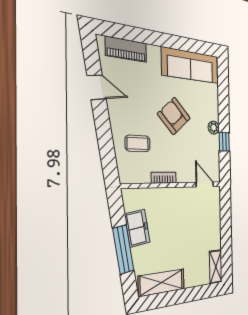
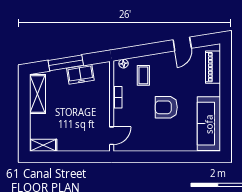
armchair: (174, 116) -> (166, 107), turned -138
plant: (214, 128) -> (159, 146), removed
window: (224, 142) -> (148, 157), removed
floor lamp: (123, 170) -> (124, 64), added

